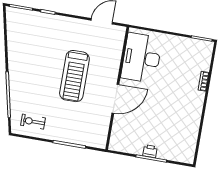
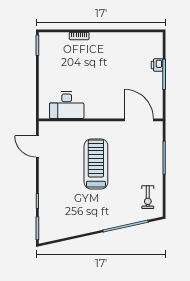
desk: (142, 58) -> (67, 105), width x0.73, depth x0.77
treadmill: (74, 76) -> (96, 164), turned -90
door: (115, 99) -> (139, 120), moved
printer: (150, 151) -> (157, 65), moved

